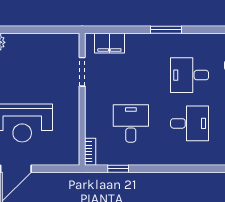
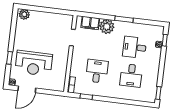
plant: (138, 46) -> (107, 27), added
desk: (190, 123) -> (131, 75), turned 90

